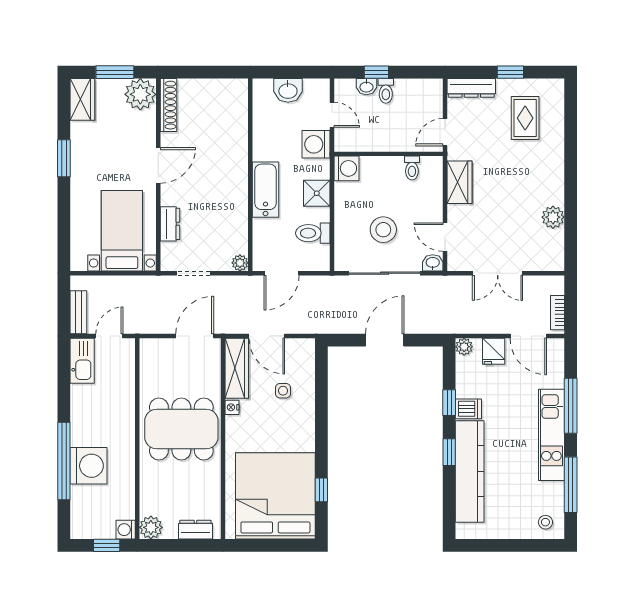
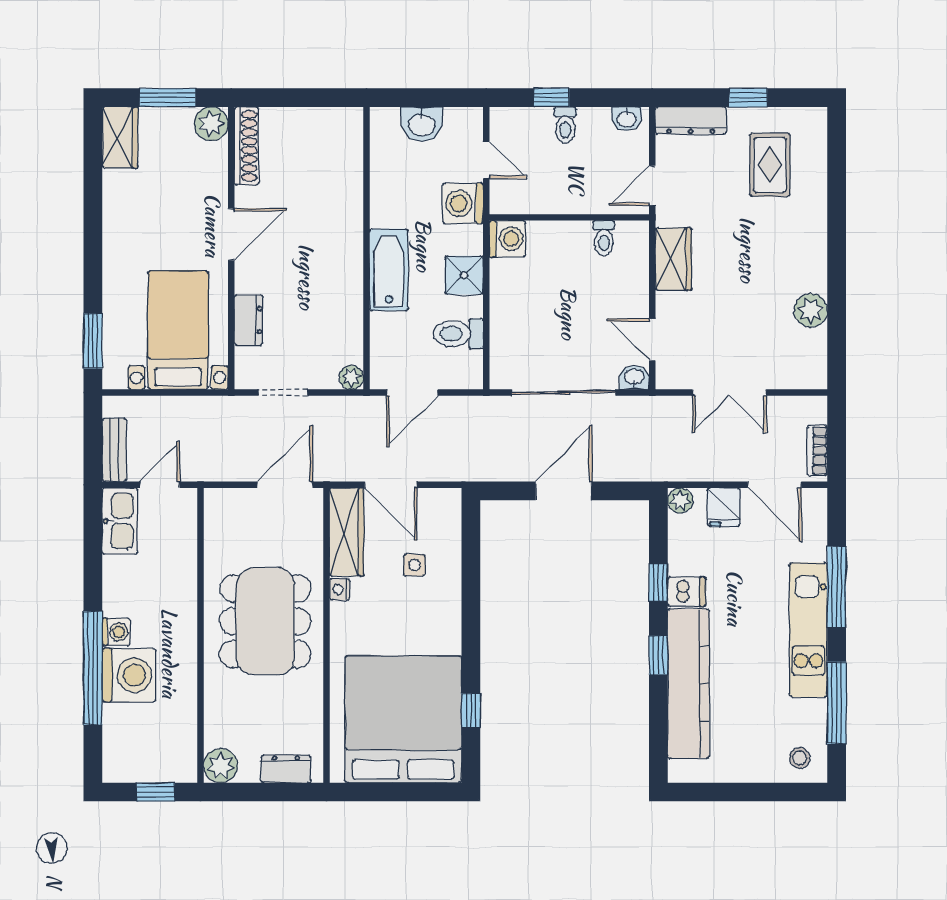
washbasin: (366, 87) -> (627, 119), moved
plant: (140, 94) -> (211, 124), width x0.73, depth x0.73
window: (64, 158) -> (93, 341), moved
stool: (383, 230) -> (562, 329), removed
dining table: (181, 429) -> (265, 621), turned 90
washing machine: (126, 530) -> (116, 632), moved, turned 180

